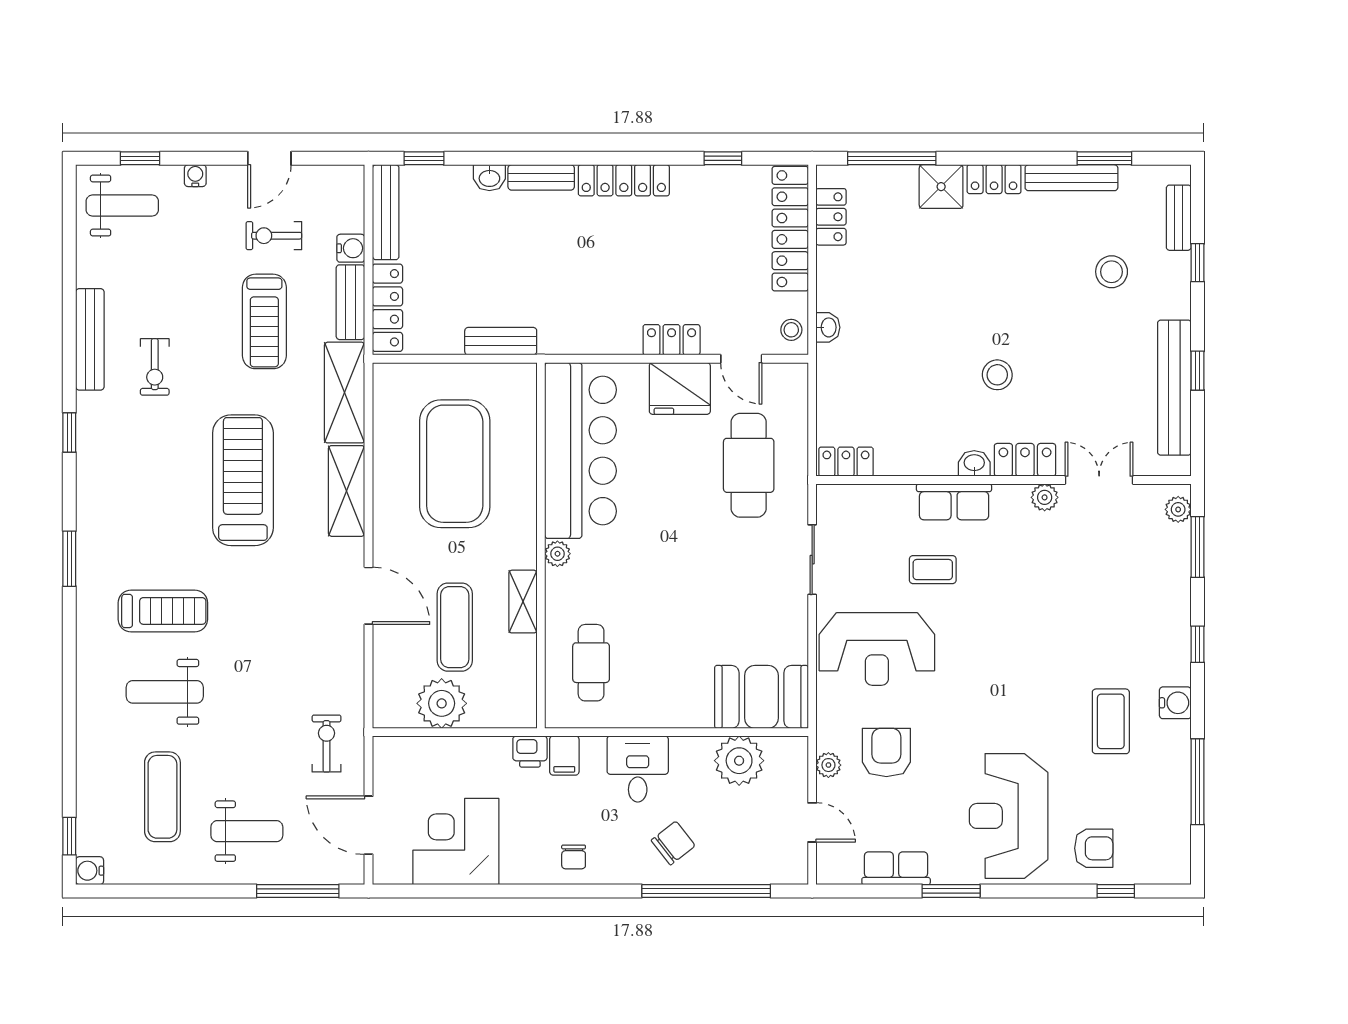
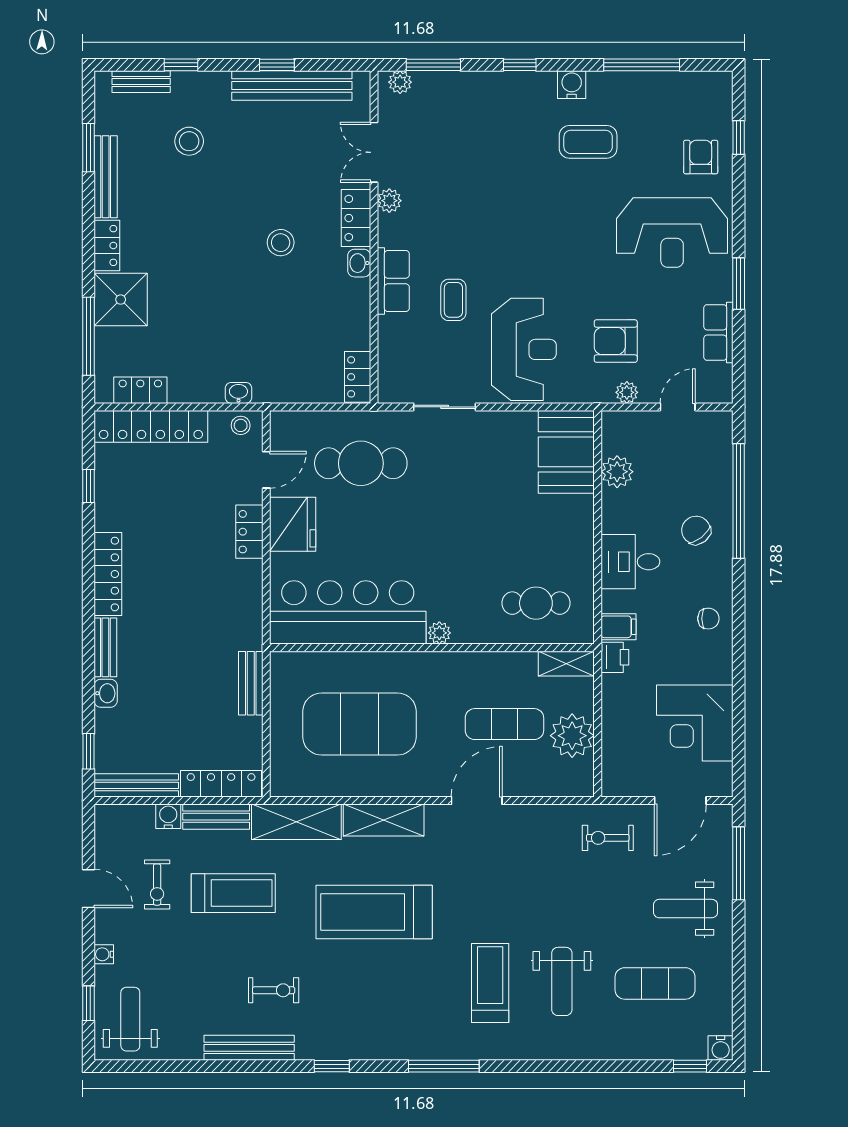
shower: (941, 187) -> (121, 300), width x1.36, depth x1.36
window: (69, 559) -> (444, 1066), width x1.44
shelving: (523, 602) -> (566, 664), moved
plant: (739, 761) -> (617, 472), width x0.73, depth x0.73
weight bench: (247, 831) -> (686, 909), turned -90

